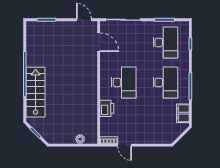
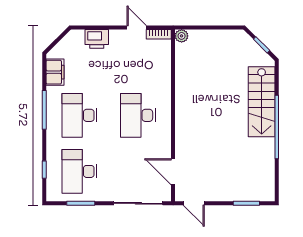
printer: (107, 108) -> (97, 39), moved, turned -90
plant: (80, 139) -> (182, 36), moved

